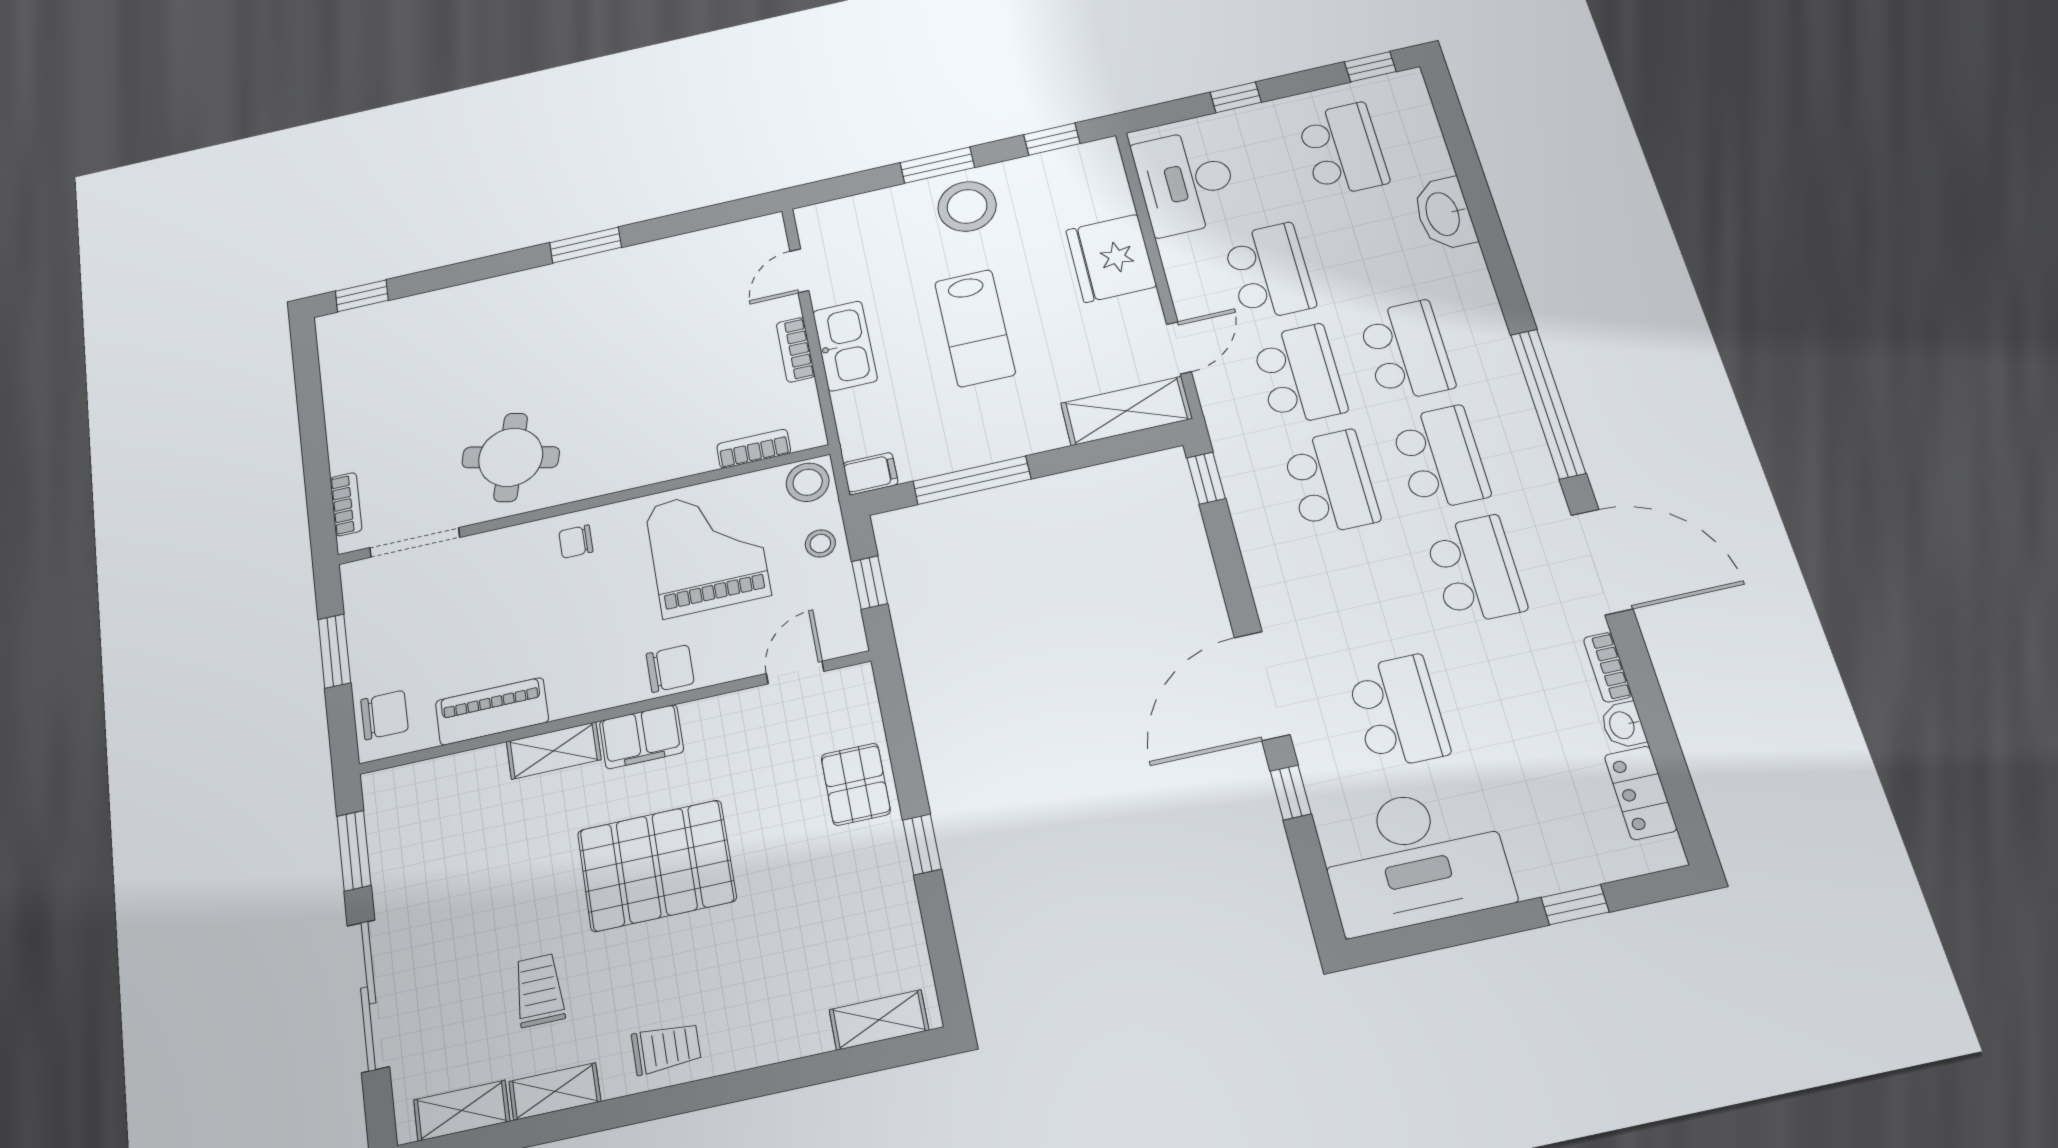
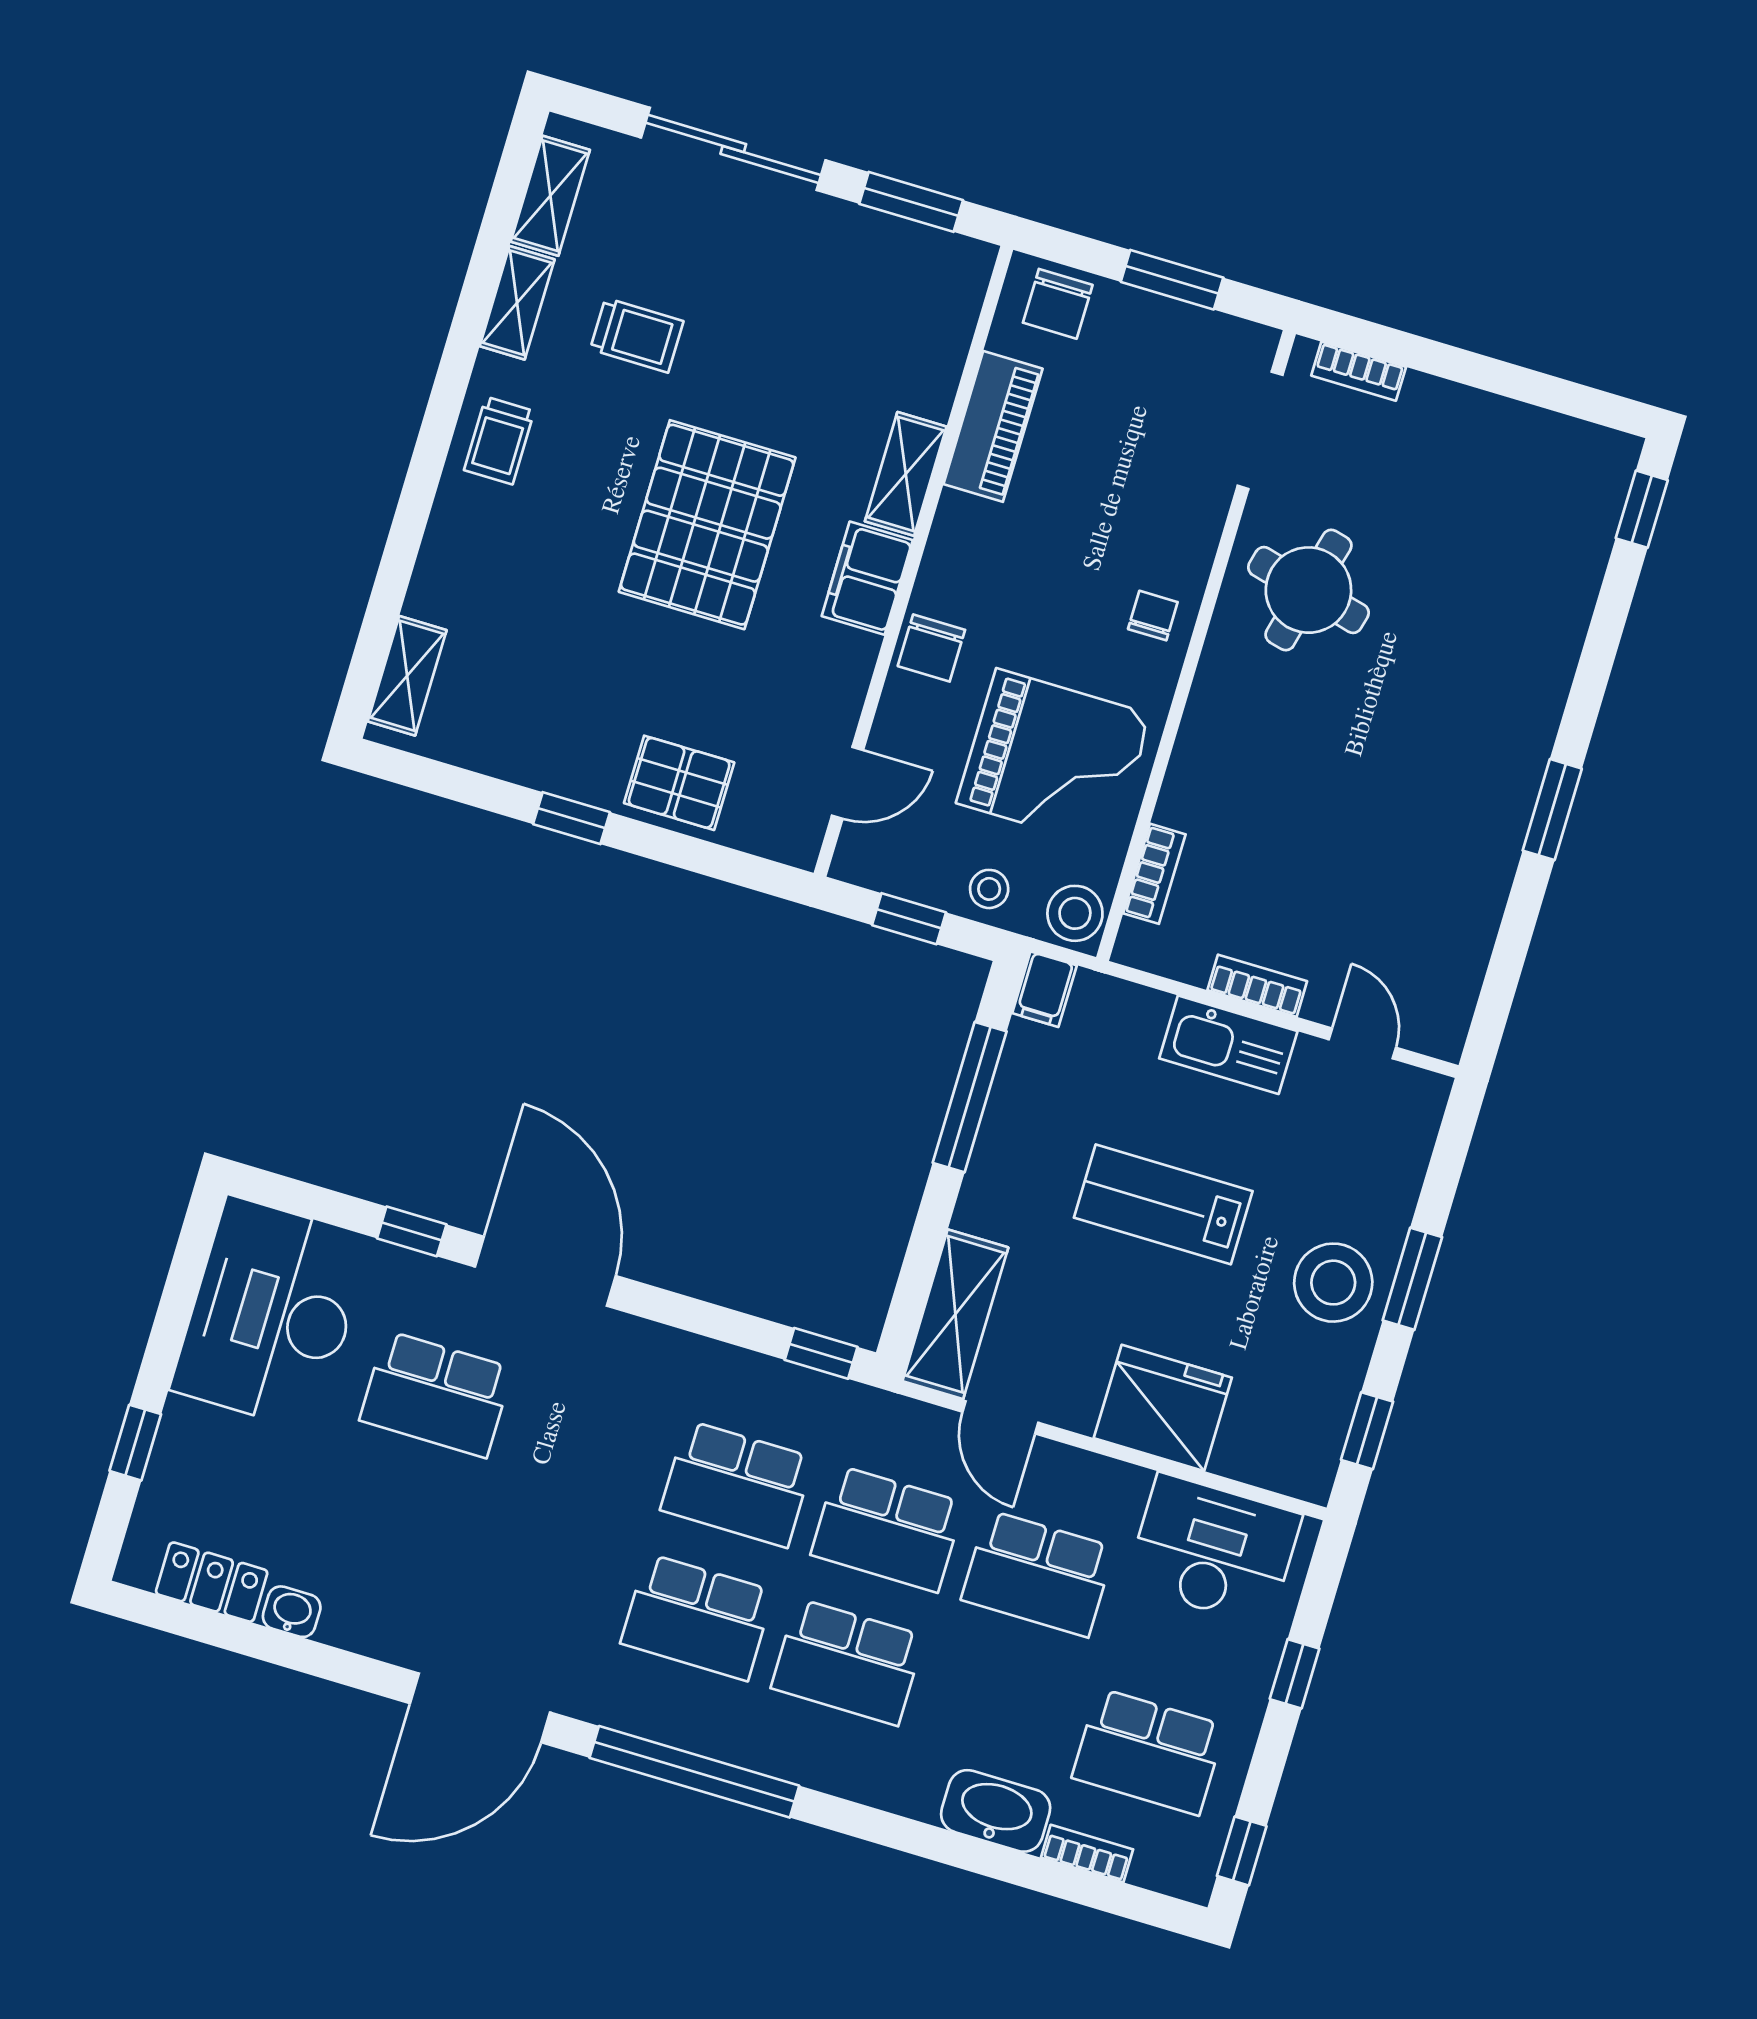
school desk: (1475, 570) -> (547, 1572), removed
bookcase: (1608, 667) -> (1087, 1853), moved
door: (795, 673) -> (847, 783), hinge flipped

